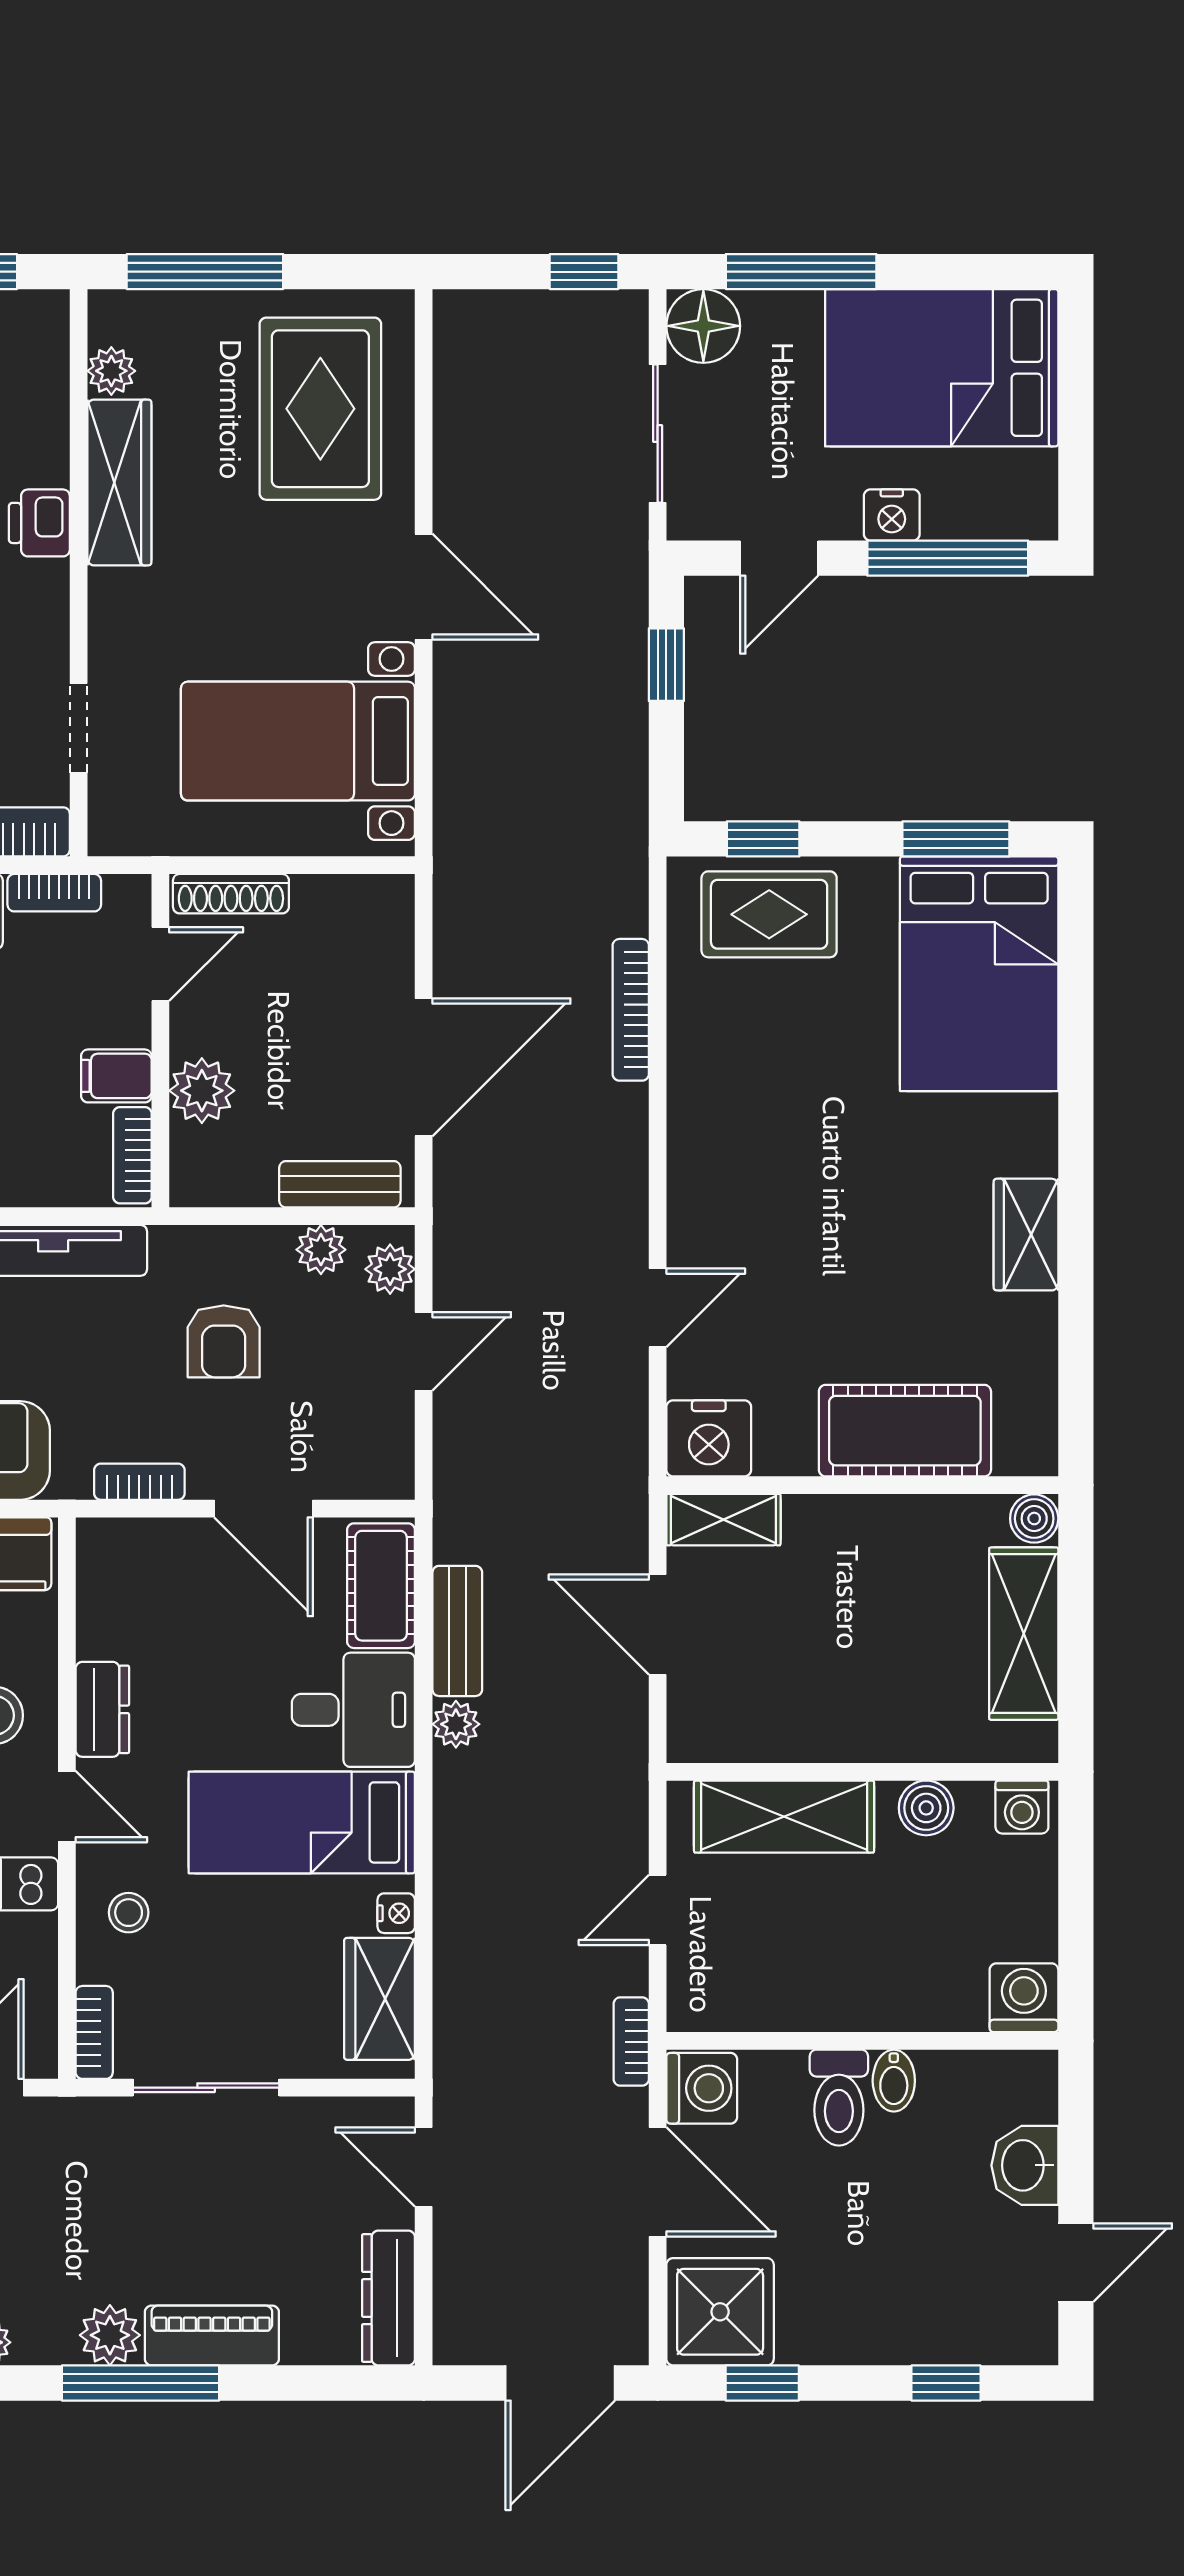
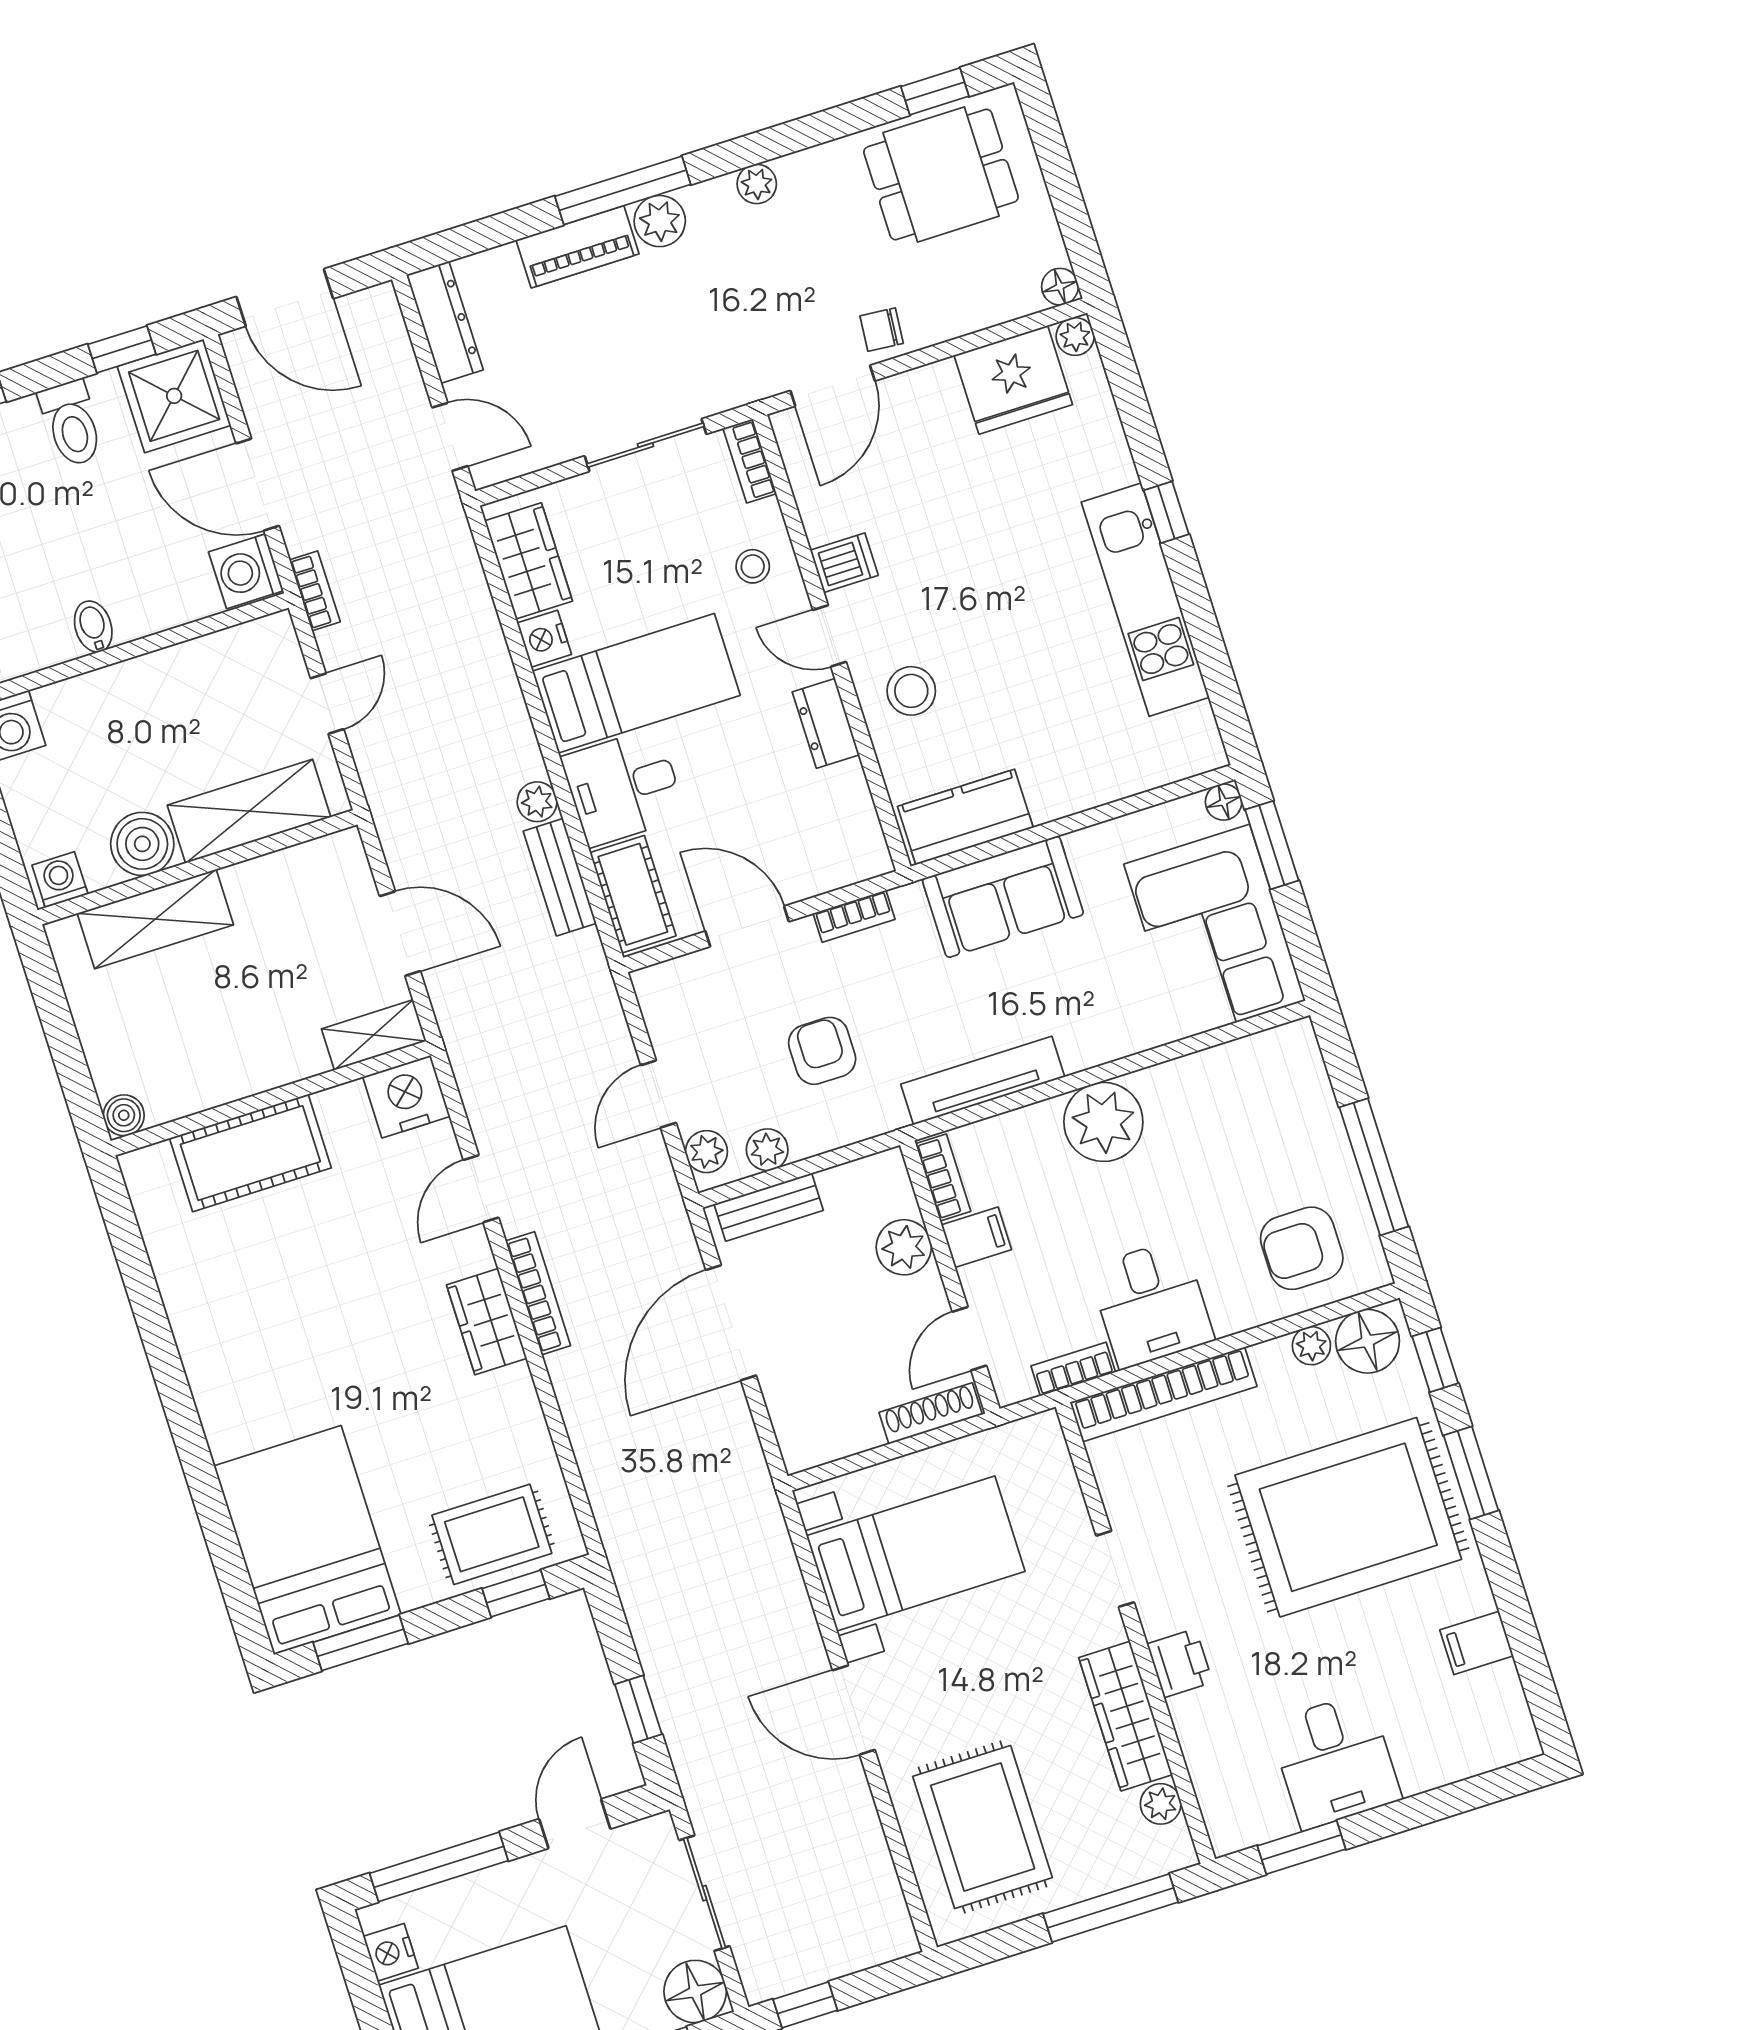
nightstand: (892, 515) -> (391, 1952), moved, turned -90
doorway: (79, 728) -> (1115, 1569), moved
bookcase: (631, 1010) -> (538, 1293), moved
wardrobe: (1026, 1235) -> (487, 1322), moved, turned 180
shelving: (1024, 1634) -> (155, 919), moved, turned 90
boiler: (926, 1808) -> (142, 844), width x1.36, depth x1.36
nightstand: (396, 1913) -> (544, 639), width x1.39, depth x1.35
toilet: (839, 2098) -> (71, 423), moved, turned 180
door: (560, 2383) -> (285, 298), swing flipped

